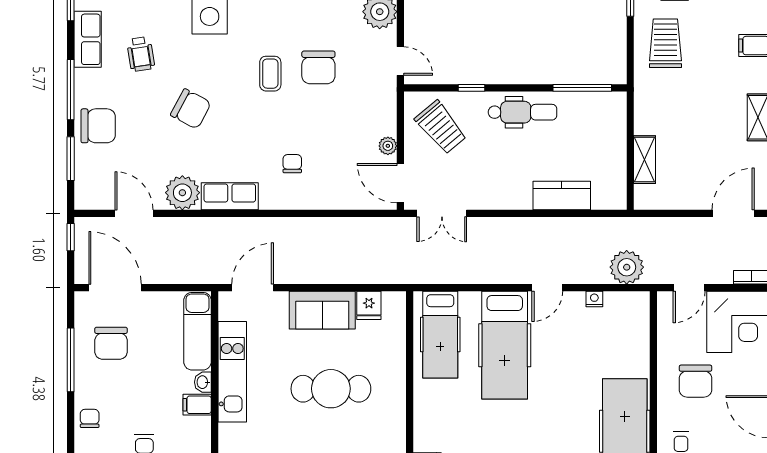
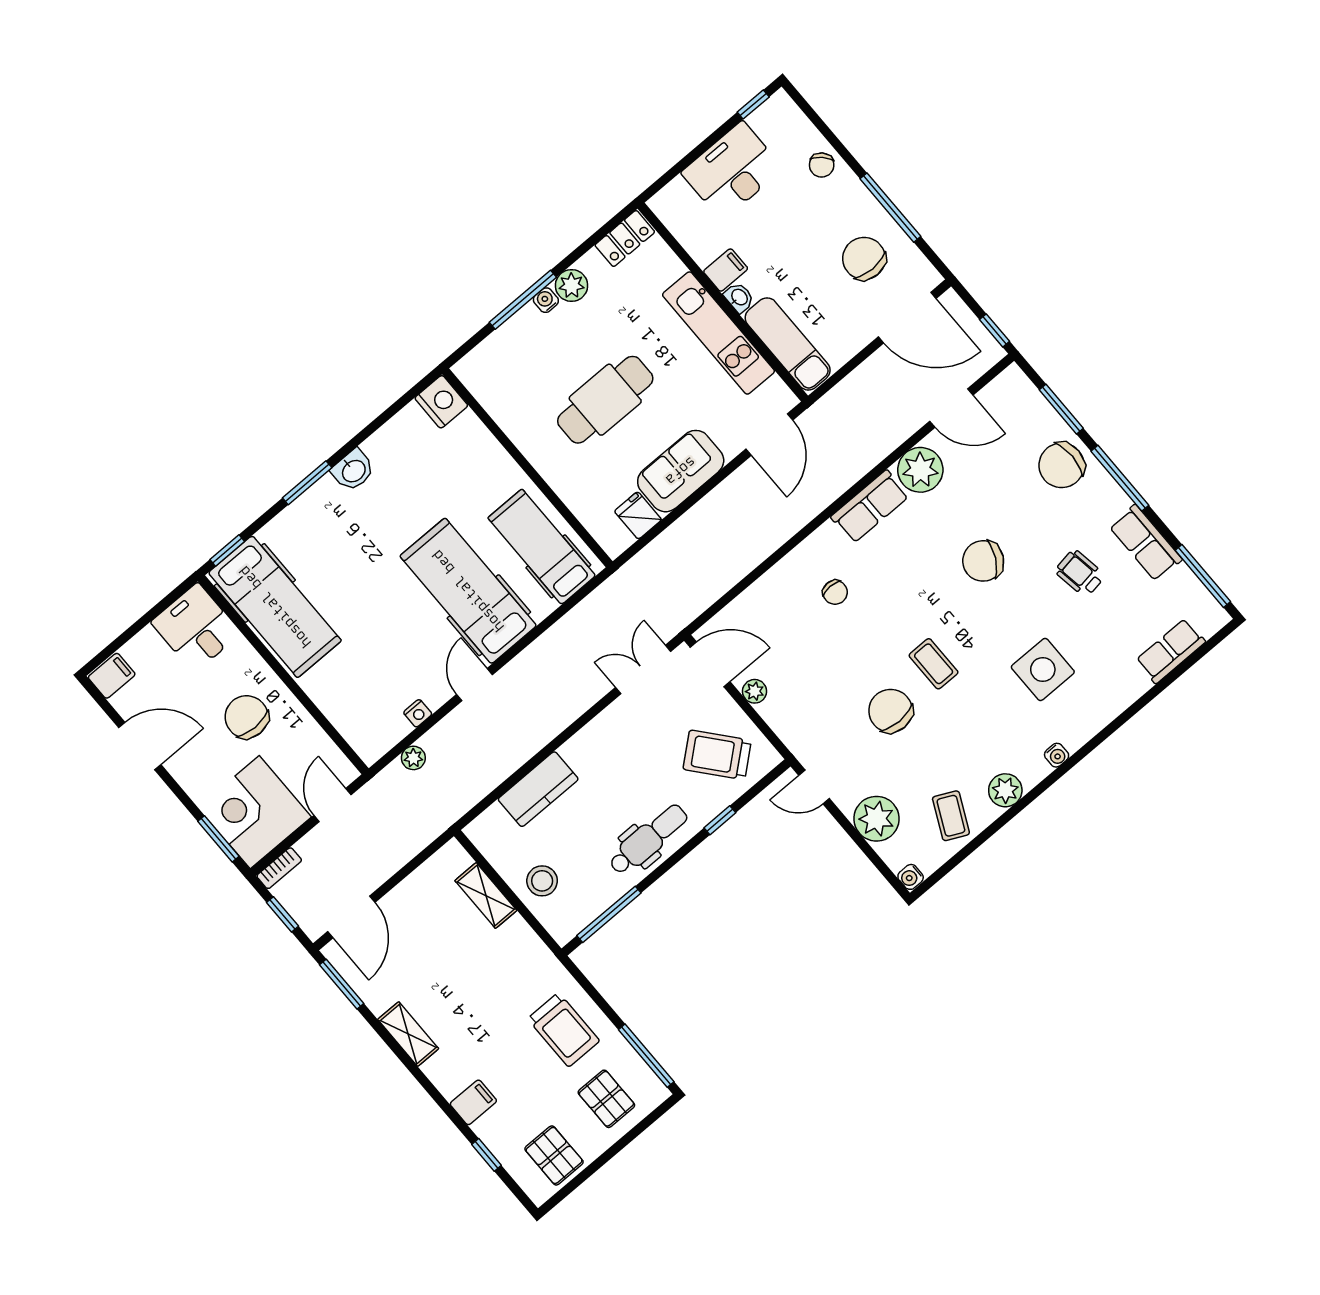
dental chair: (523, 112) -> (648, 839), turned 180
stool: (605, 140) -> (542, 881), added
plant: (627, 267) -> (413, 758), width x0.53, depth x0.53
chair: (90, 418) -> (822, 165), turned 45

